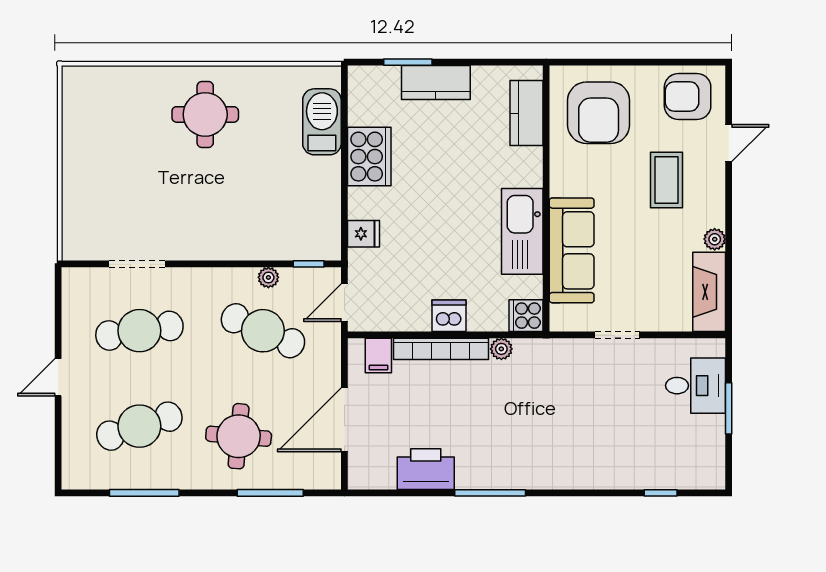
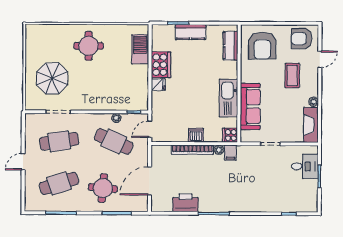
parasol: (123, 188) -> (52, 78), added
fridge: (363, 234) -> (158, 85), moved
filing cabinet: (378, 355) -> (230, 153), moved

